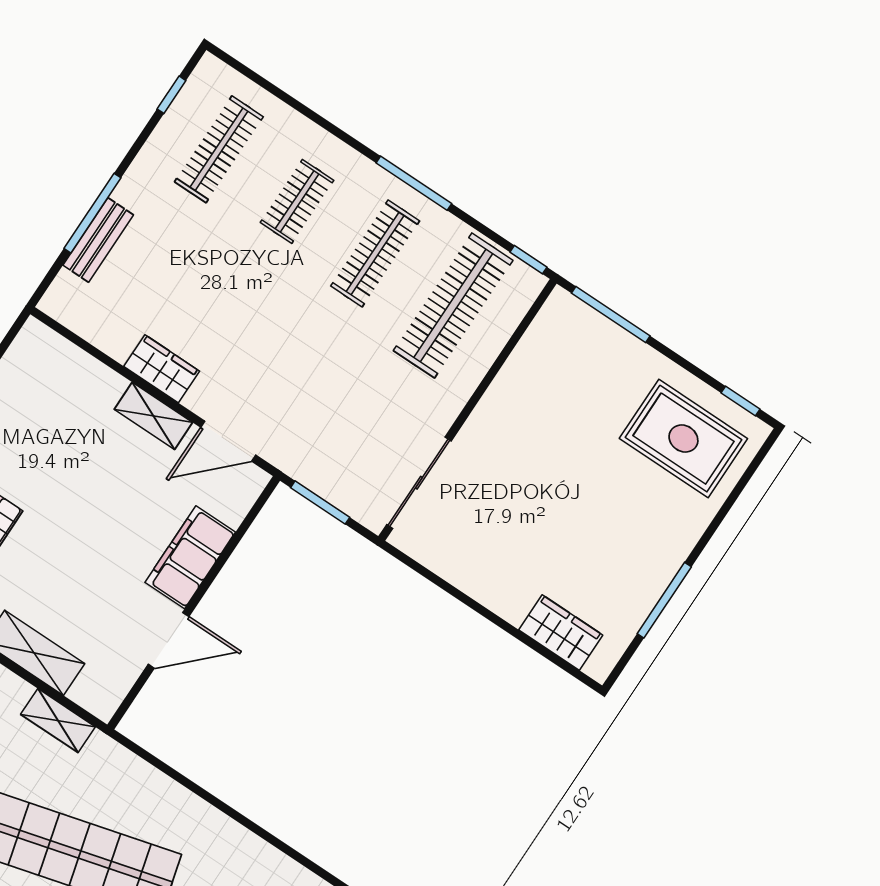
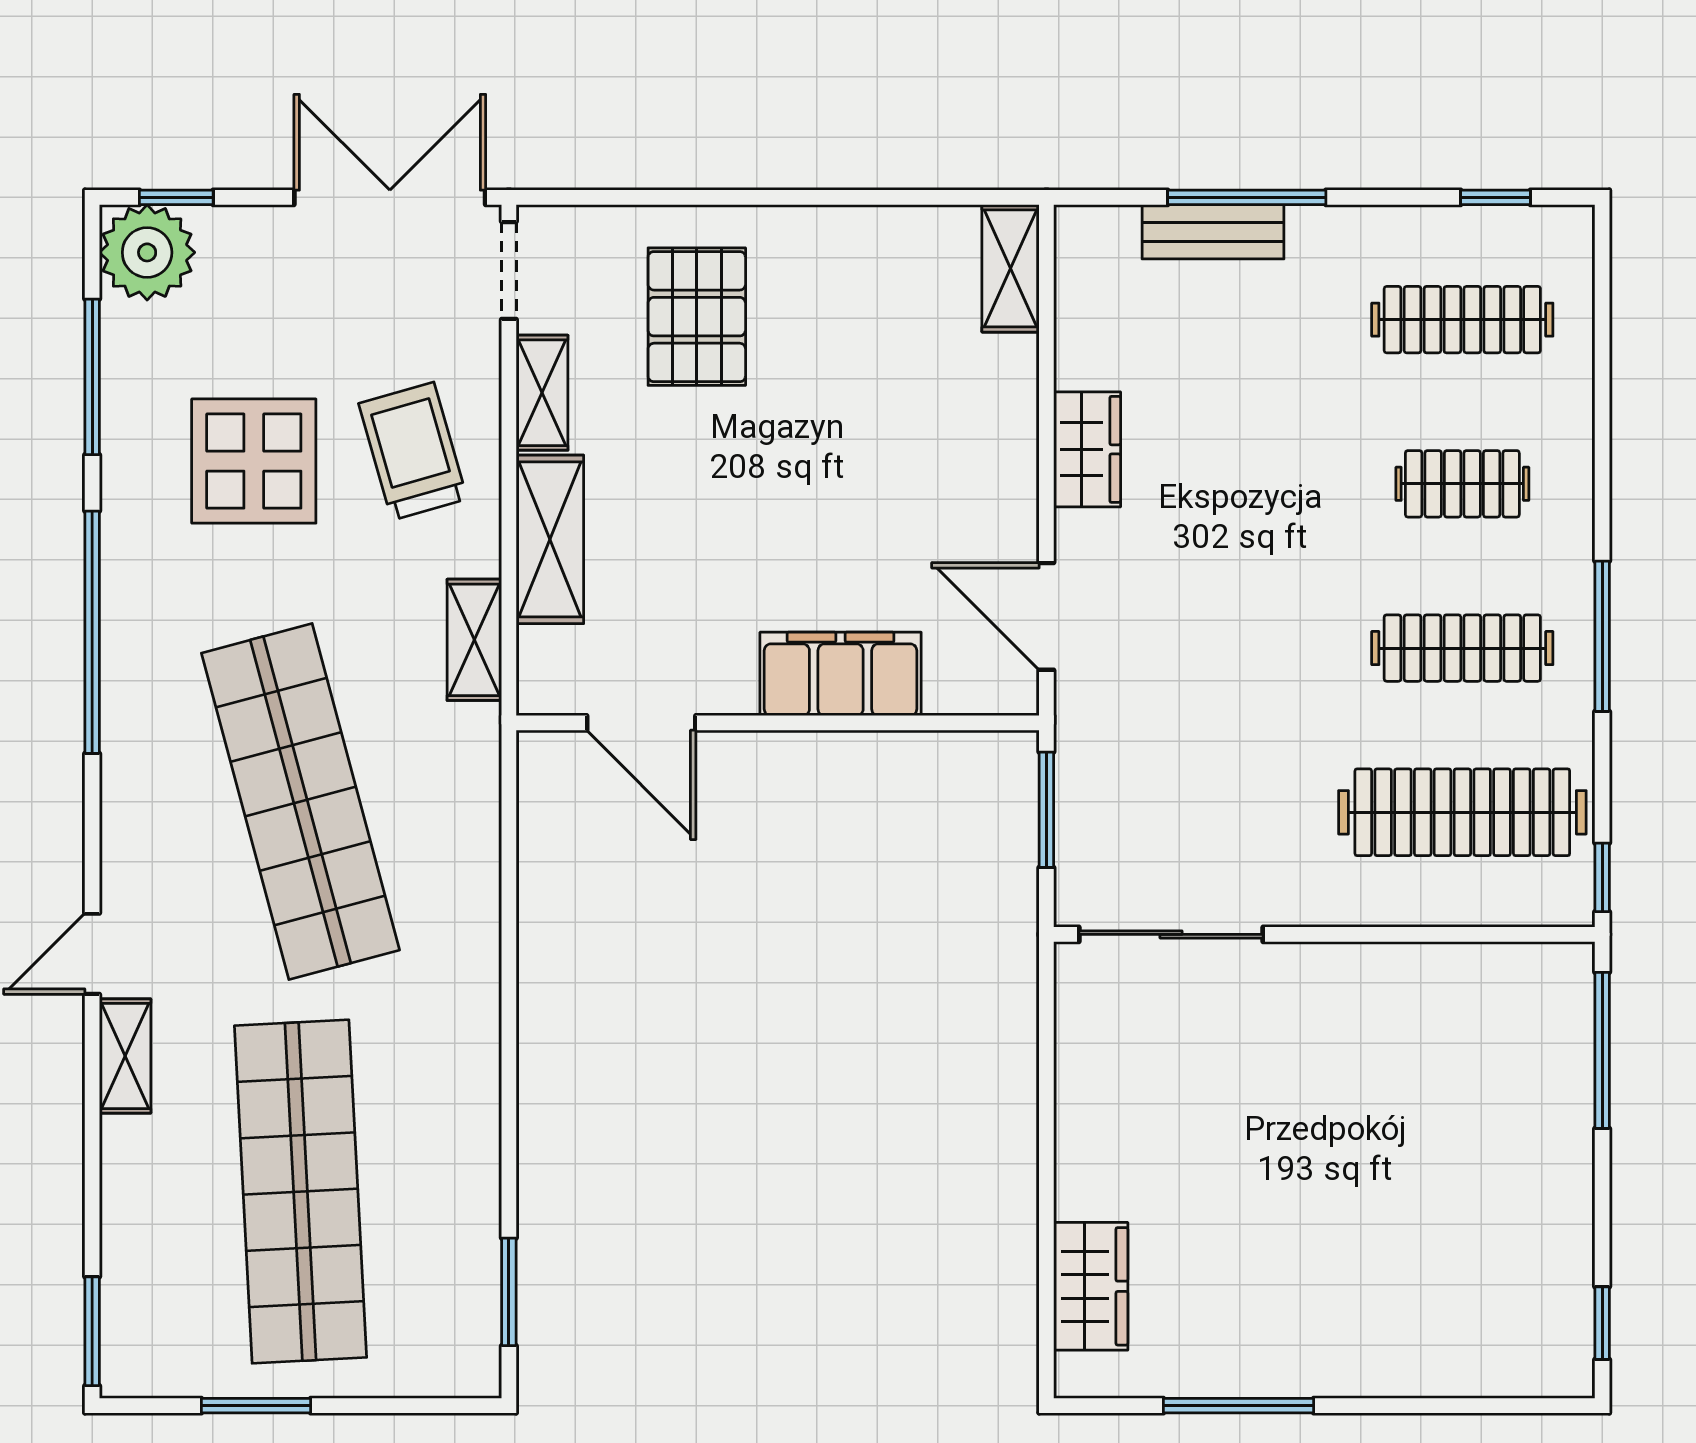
shelving: (153, 416) -> (1011, 268), moved
rug: (683, 439) -> (1492, 1277), removed
door: (169, 640) -> (641, 723), moved

